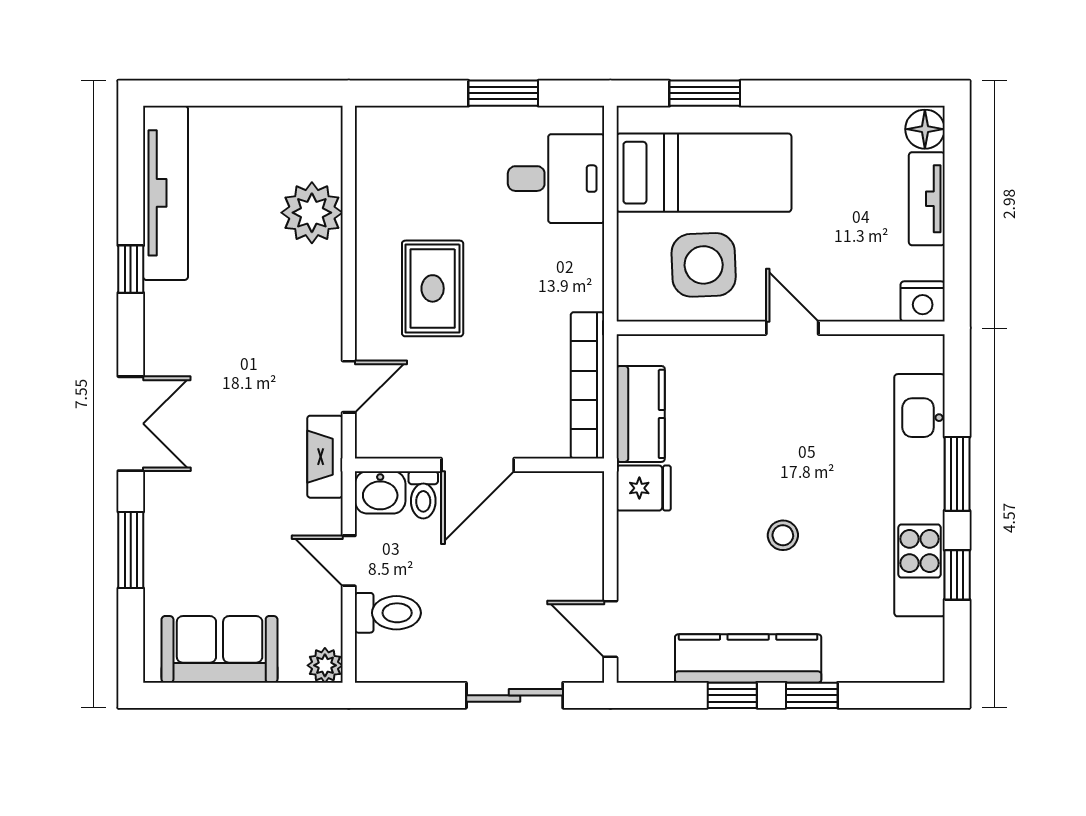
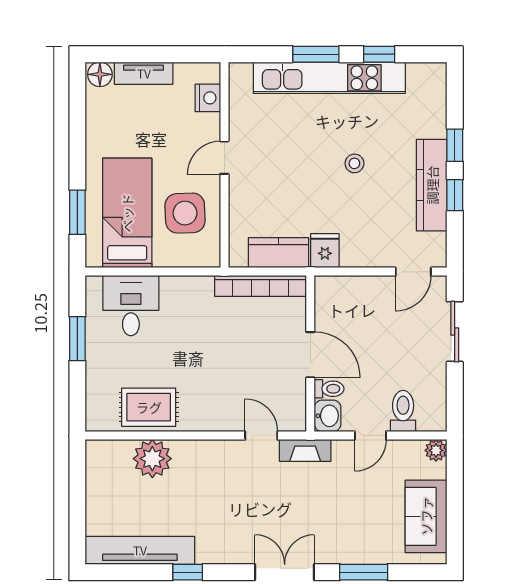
rug: (433, 288) -> (149, 407), moved
nightstand: (923, 301) -> (208, 98), moved

